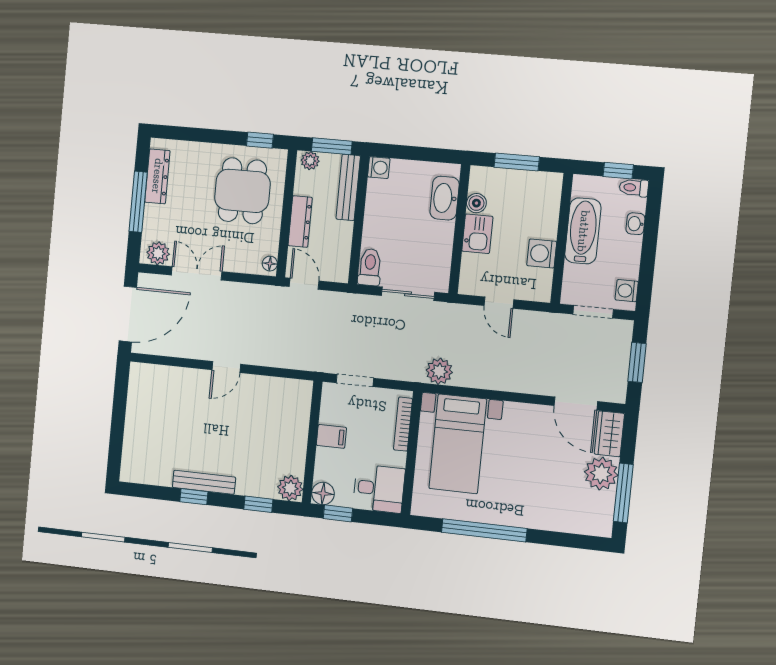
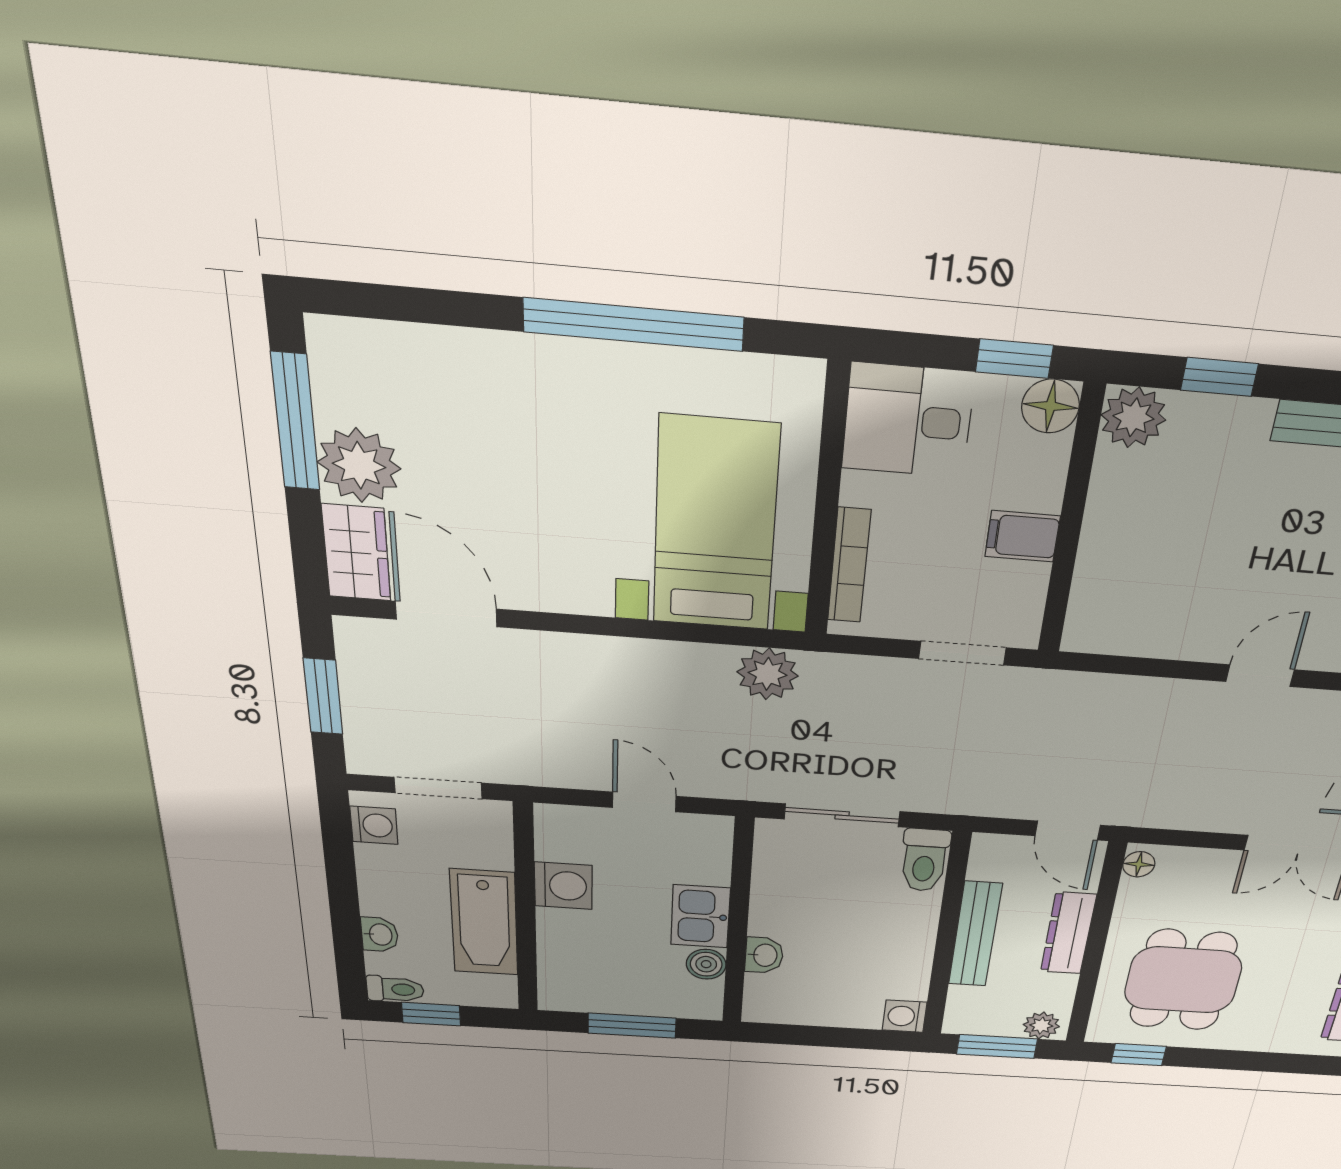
bench: (348, 187) -> (975, 934), moved
washbasin: (445, 198) -> (764, 955), width x0.52, depth x0.69

